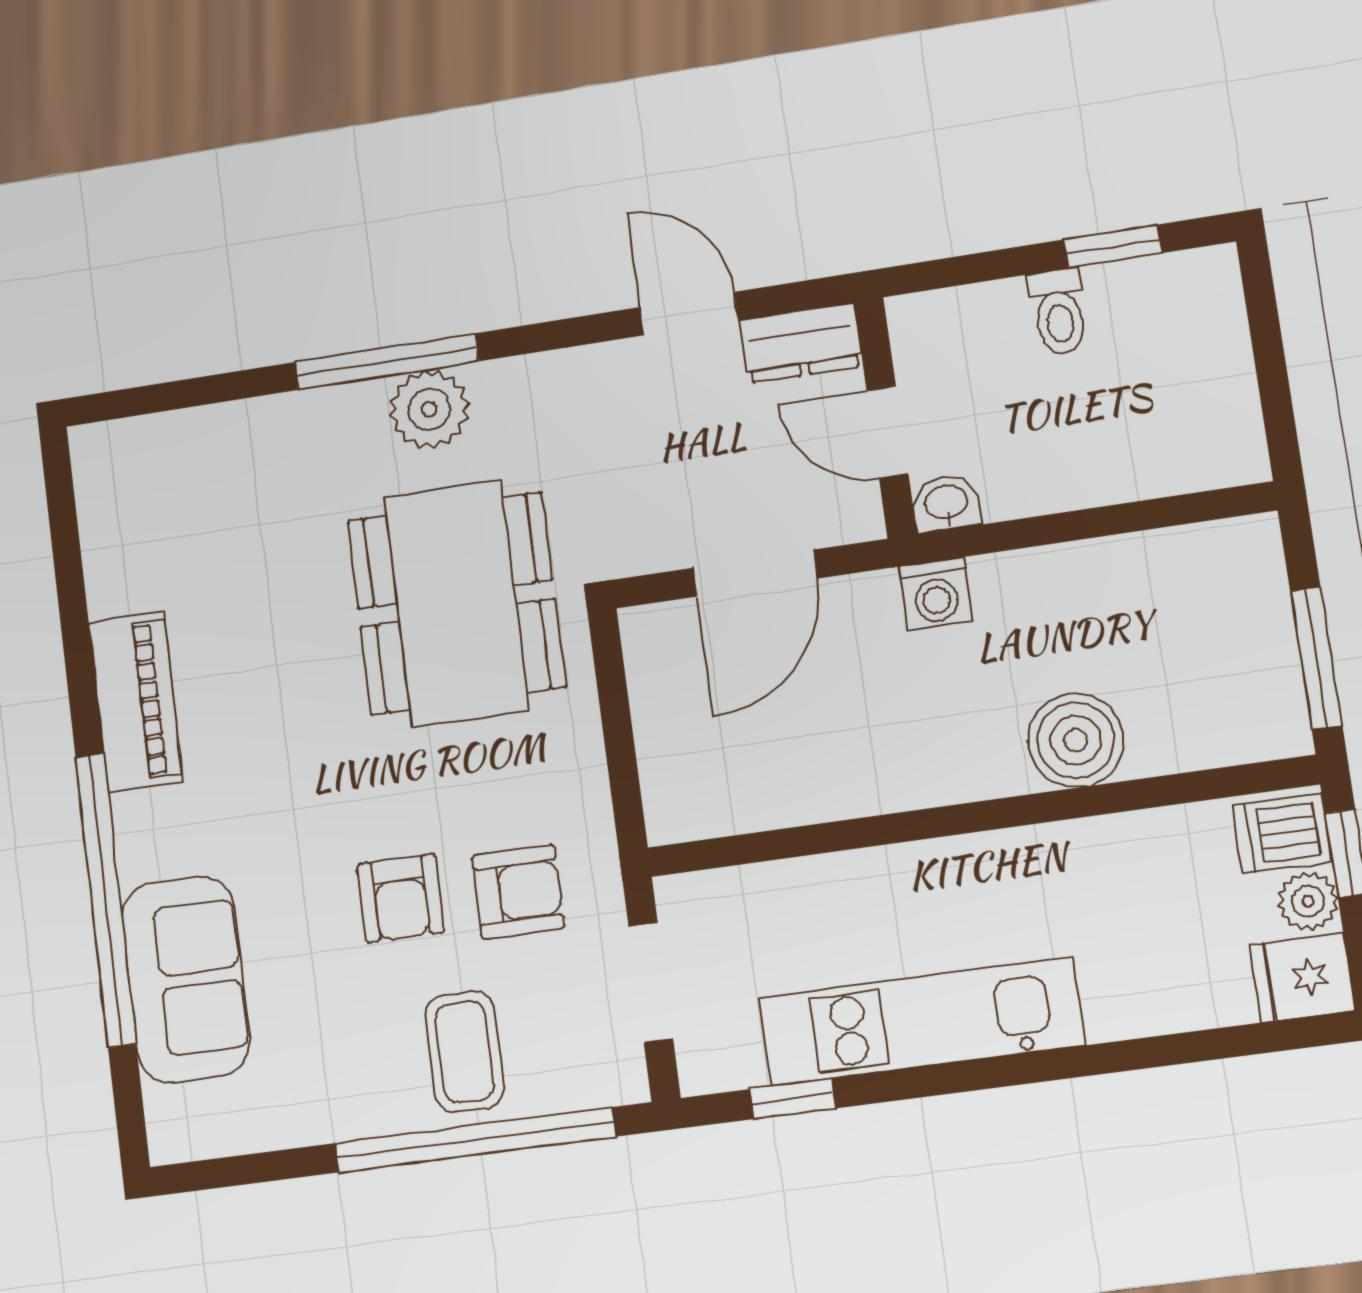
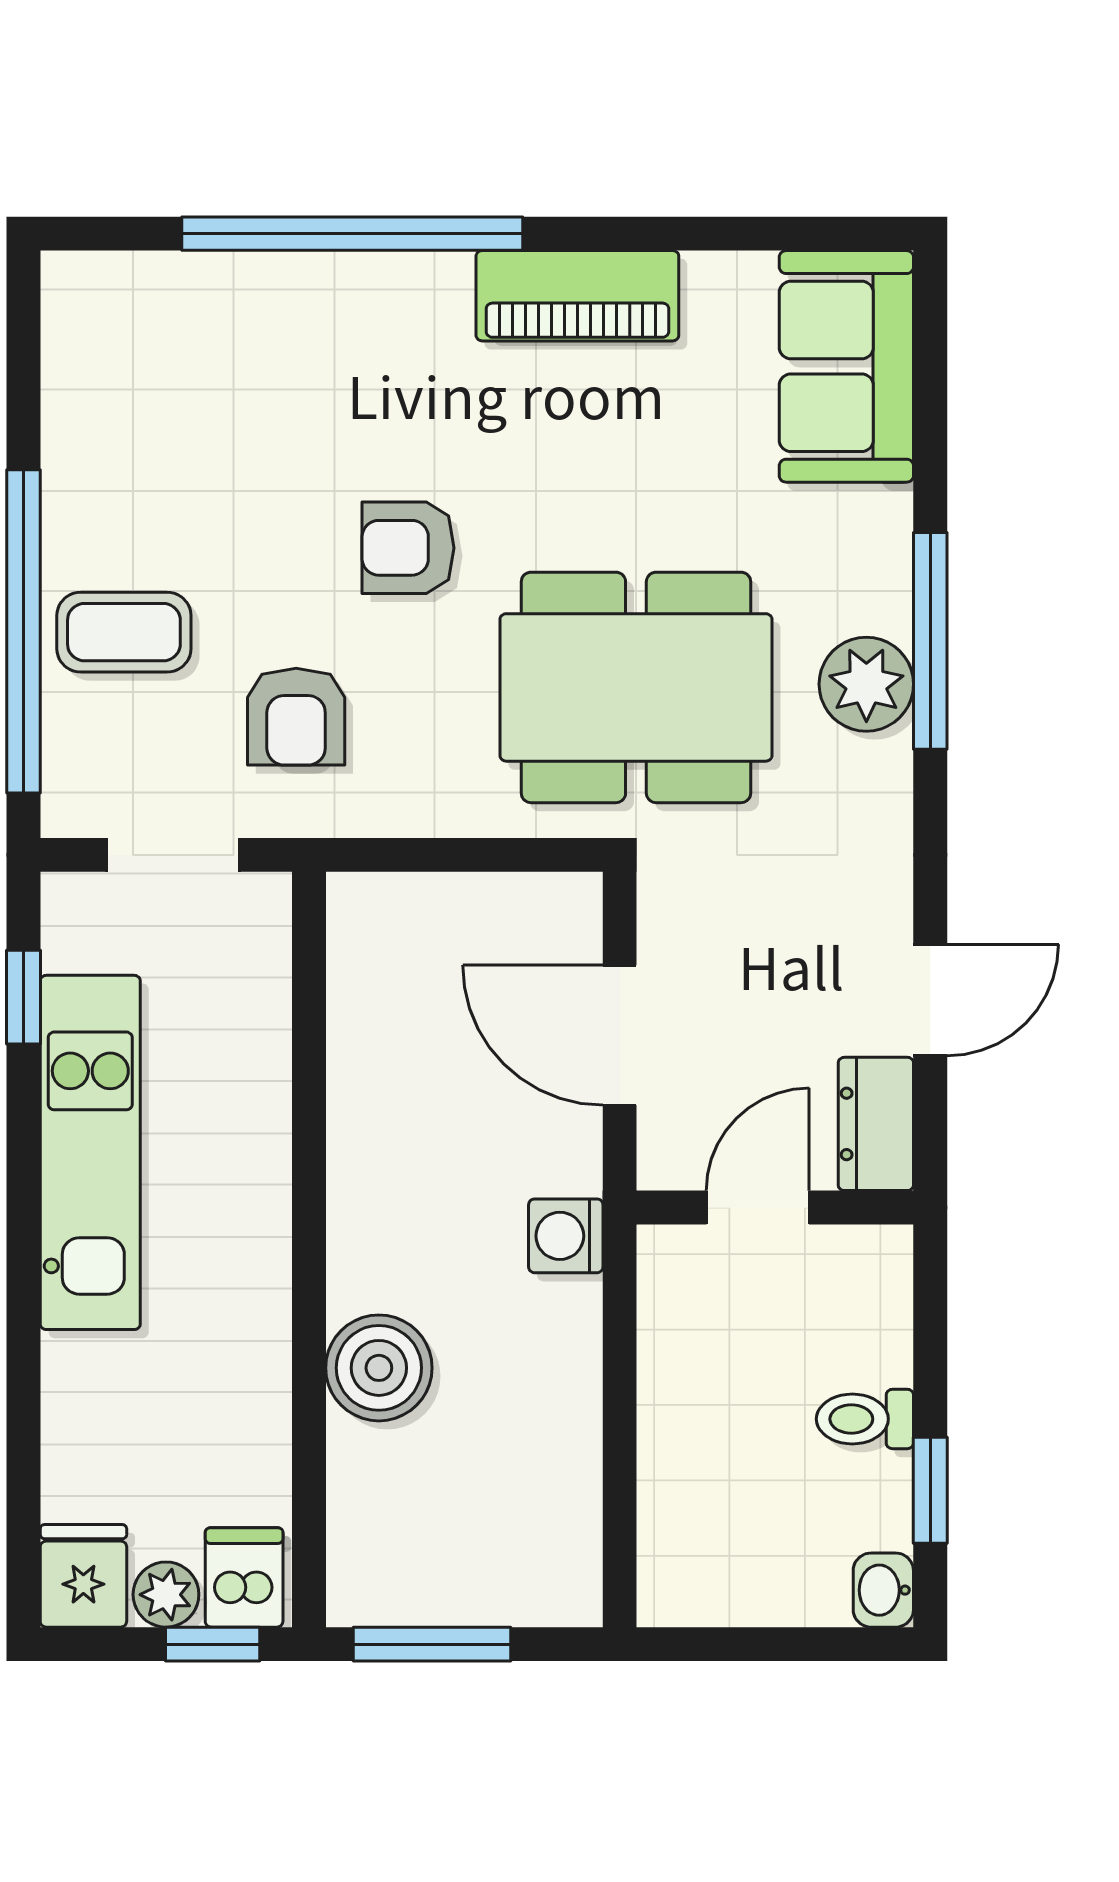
washbasin: (946, 503) -> (883, 1590), moved, turned 180
armchair: (401, 898) -> (408, 548), moved
sofa: (186, 979) -> (846, 366), moved, turned 90

